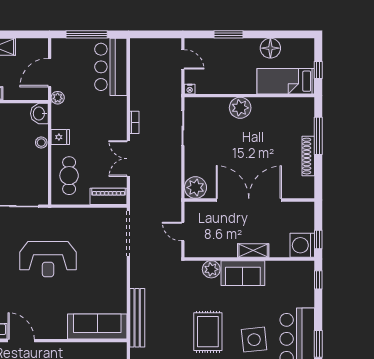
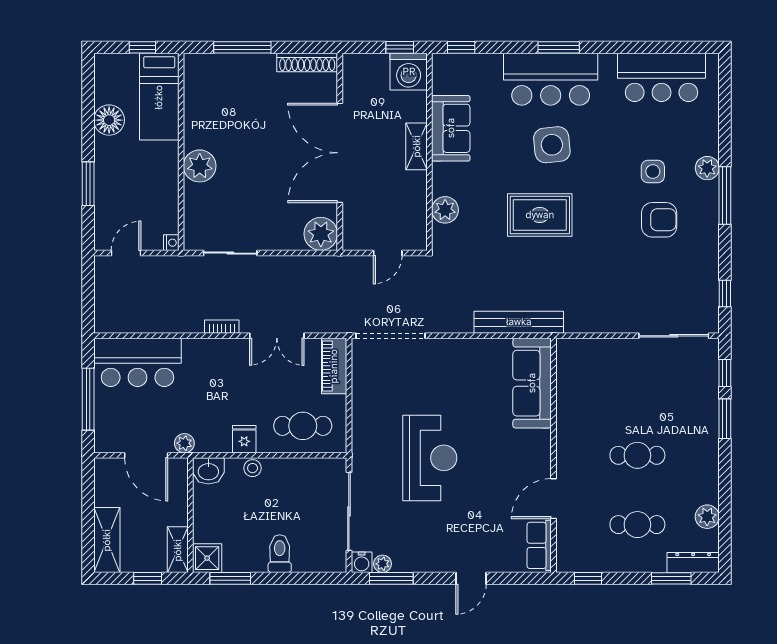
shoe rack: (308, 156) -> (307, 62), moved
sofa: (243, 273) -> (451, 128), moved

